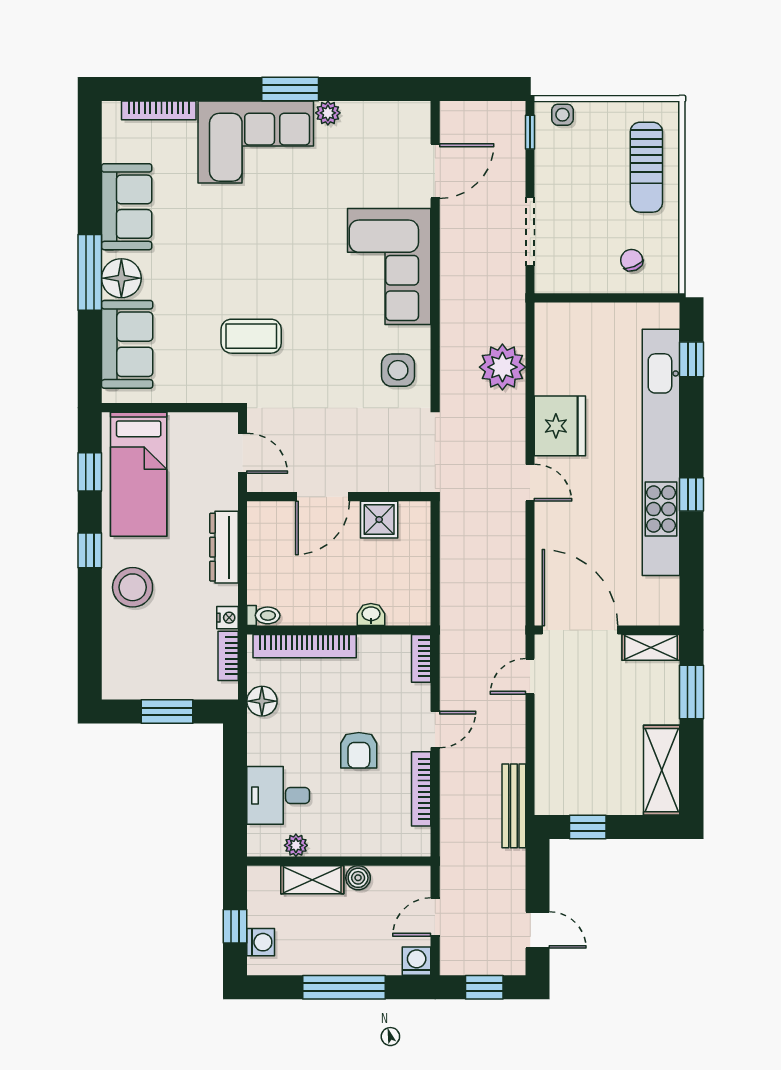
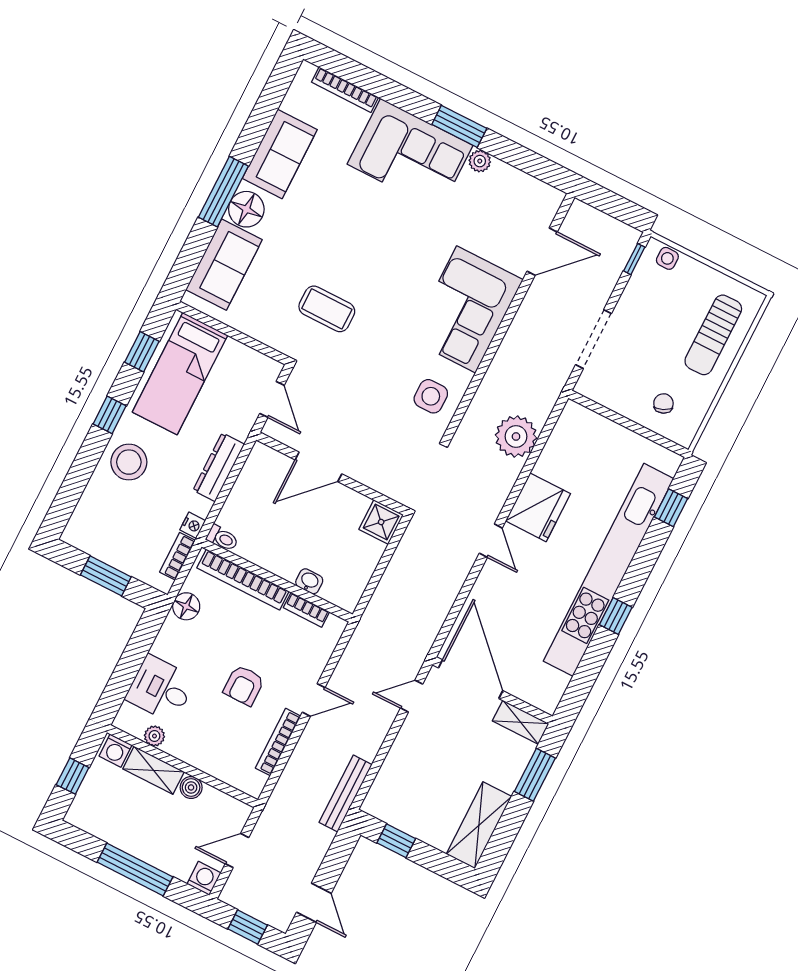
shower: (379, 520) -> (381, 522), moved
bookcase: (421, 658) -> (306, 610), moved, turned -90
washing machine: (261, 942) -> (116, 751), moved, turned 90

